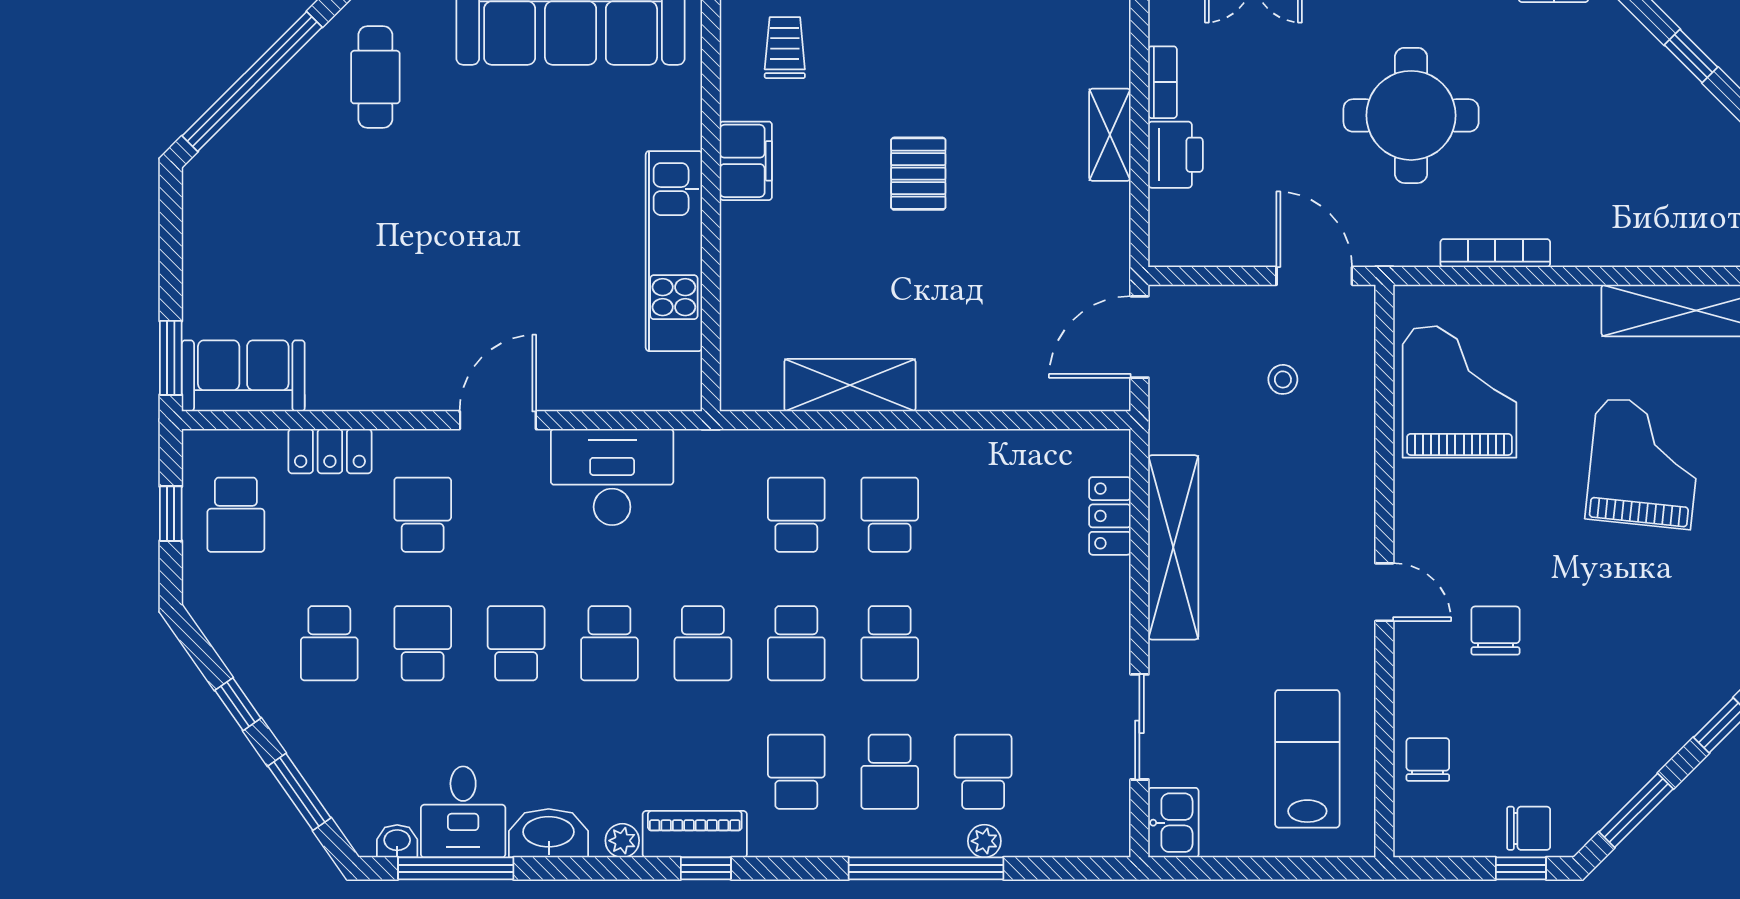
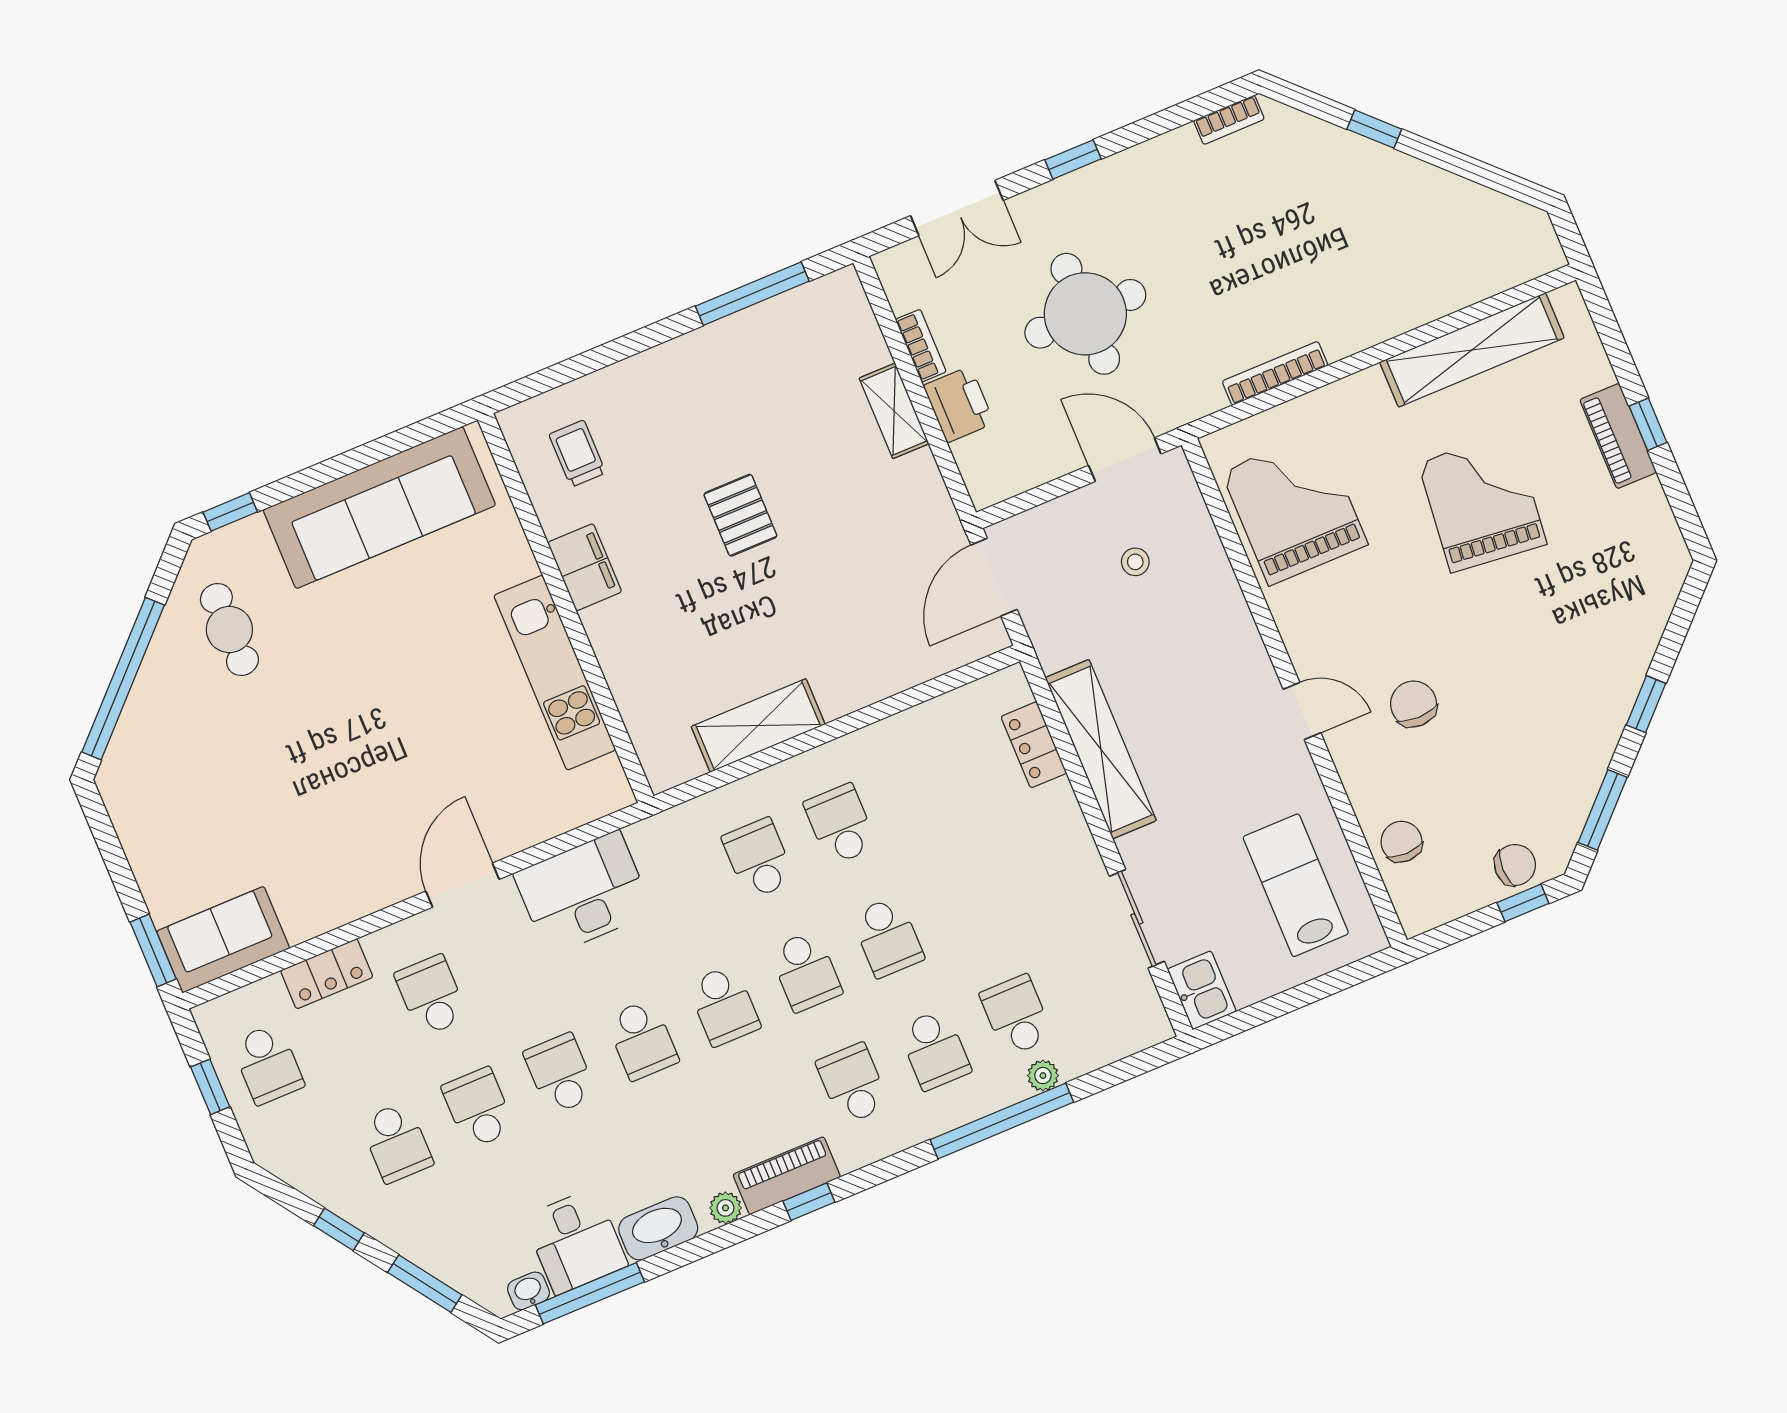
round table: (1411, 115) -> (1085, 314), moved

